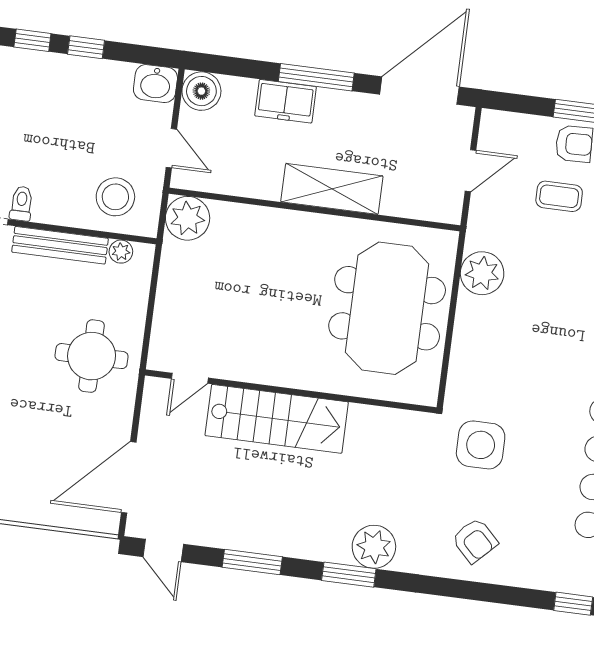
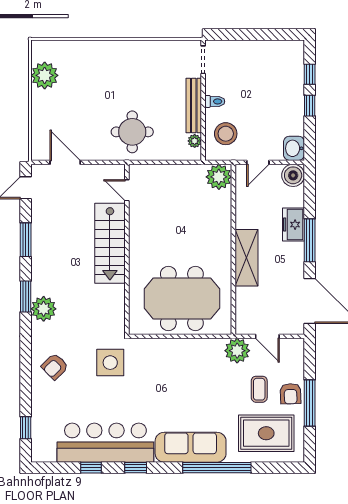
toilet: (21, 204) -> (215, 101), moved
plant: (482, 273) -> (237, 351), moved
door: (129, 477) -> (65, 162), width x0.73

